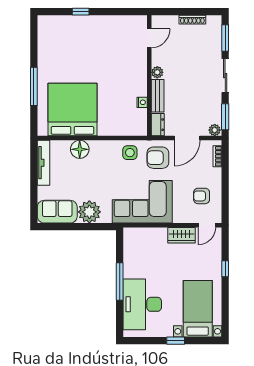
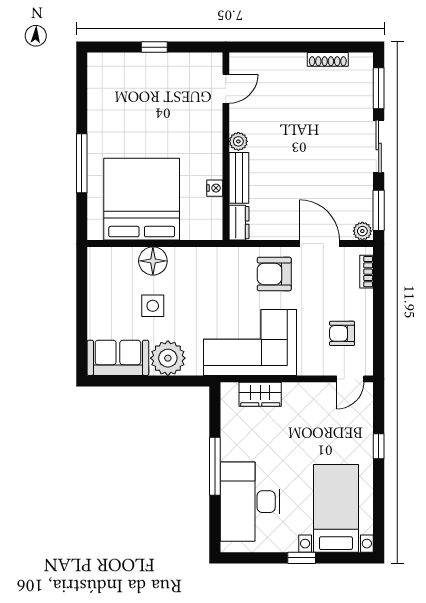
door: (149, 38) -> (226, 89), moved
plant: (157, 72) -> (238, 141), moved
wall: (149, 76) -> (226, 146), moved
bench: (158, 96) -> (239, 178), moved
nightstand: (142, 102) -> (215, 188), moved
dresser: (158, 125) -> (239, 223), moved
door: (187, 138) -> (319, 243), swing flipped
side table: (130, 153) -> (153, 306), moved
tv unit: (44, 163) -> (97, 282), removed
wardrobe: (182, 235) -> (260, 394), moved

